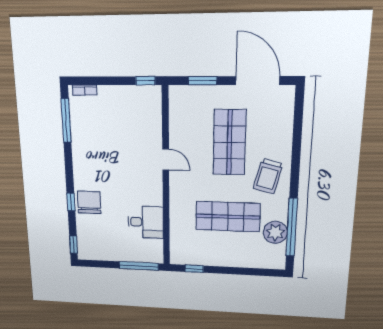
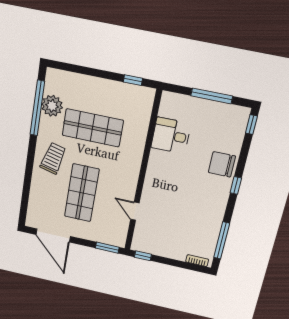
window: (202, 81) -> (107, 248), moved
door: (166, 160) -> (135, 211), moved
window: (71, 202) -> (236, 185), moved
chair: (89, 202) -> (222, 164), turned 90
window: (139, 266) -> (212, 96), moved

